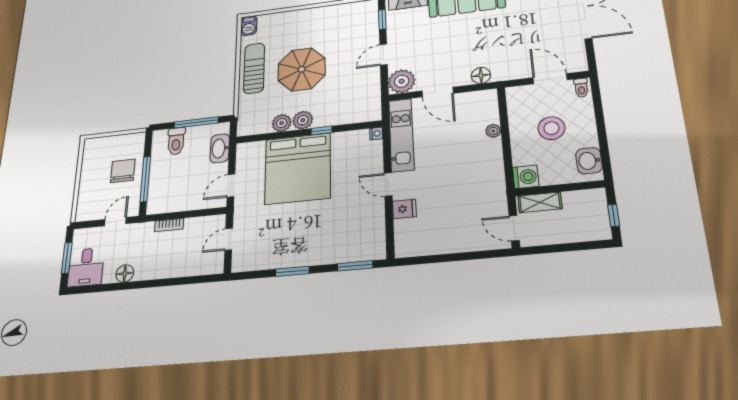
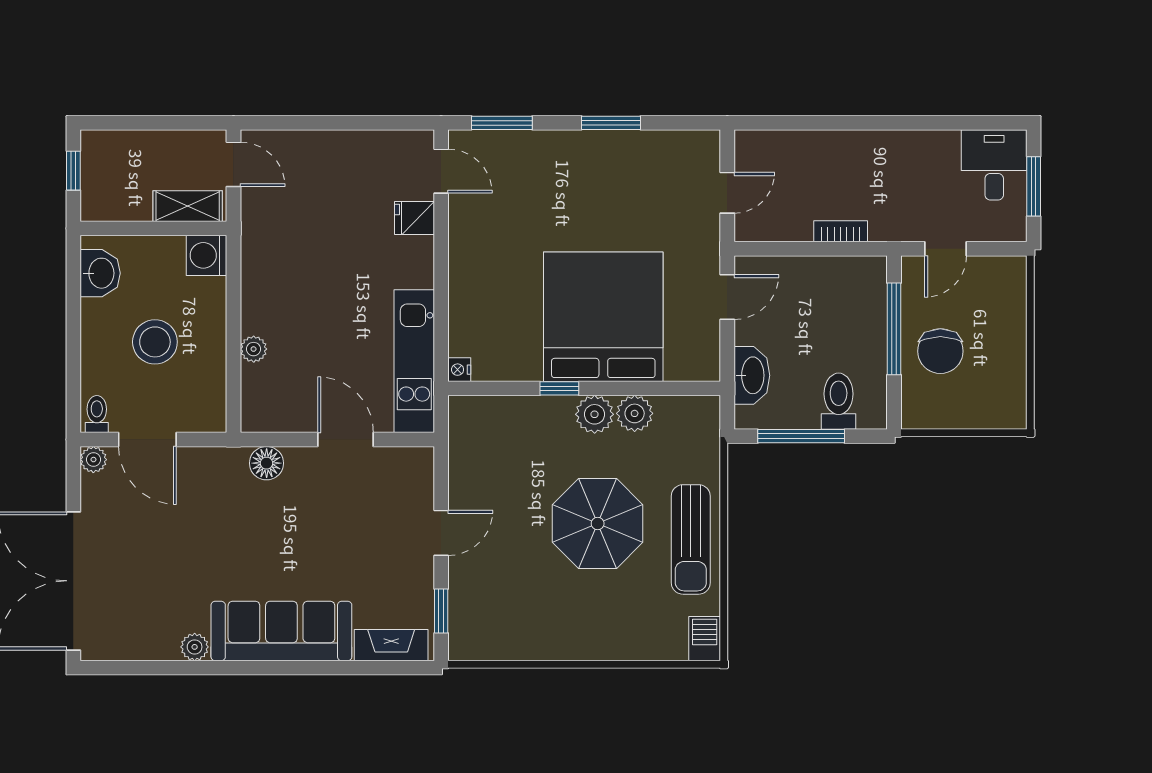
plant: (402, 81) -> (93, 460), moved, width x0.53, depth x0.53
door: (388, 185) -> (441, 171), moved
floor lamp: (125, 274) -> (918, 146), removed

